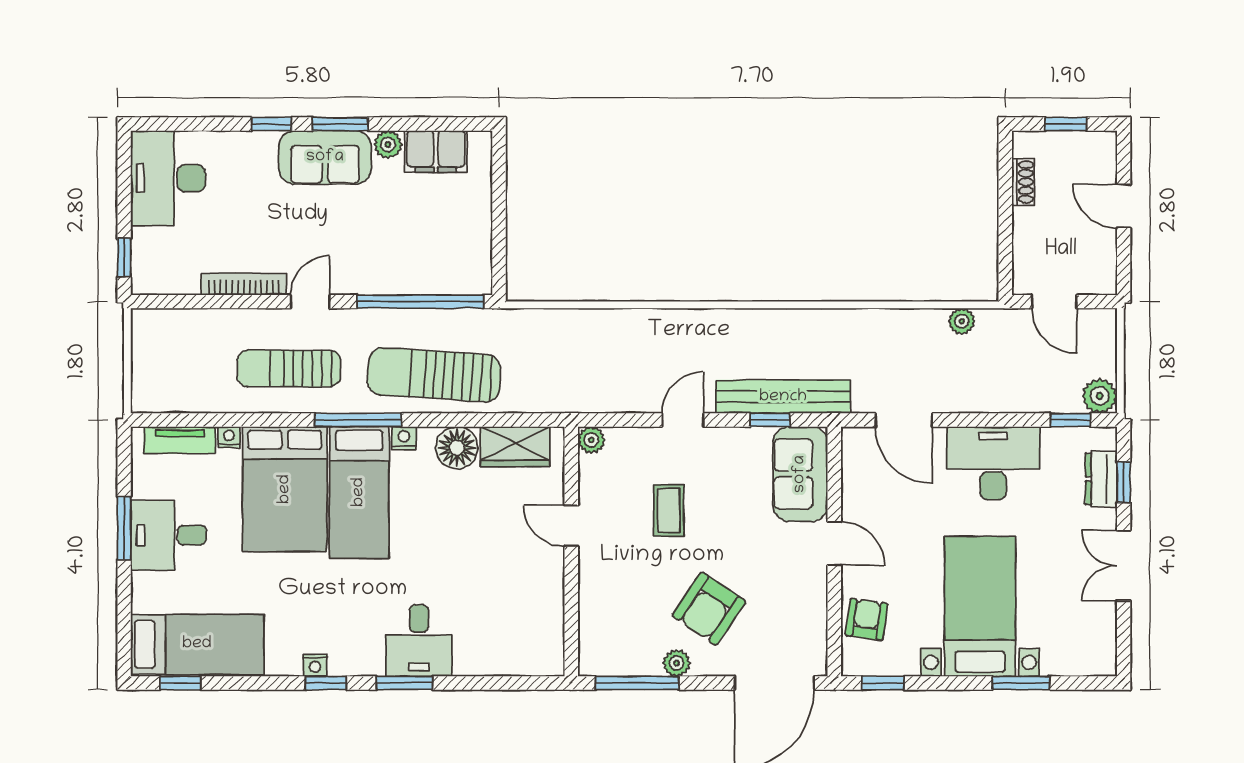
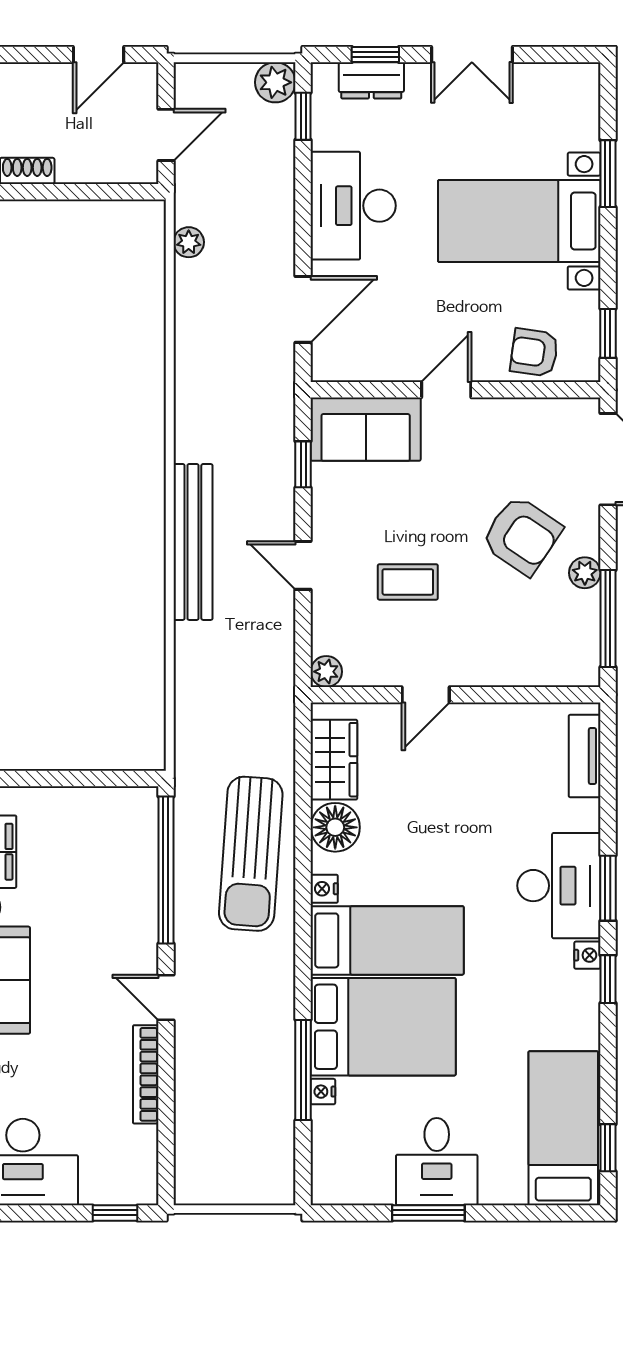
door: (1124, 206) -> (99, 54), moved
sun lounger: (289, 369) -> (243, 1022), removed
bench: (783, 397) -> (193, 542), moved
window: (358, 420) -> (303, 1070), moved
tv unit: (180, 440) -> (585, 756), moved, turned 180
desk: (419, 641) -> (559, 886), width x1.37
nightstand: (315, 665) -> (587, 955), moved

